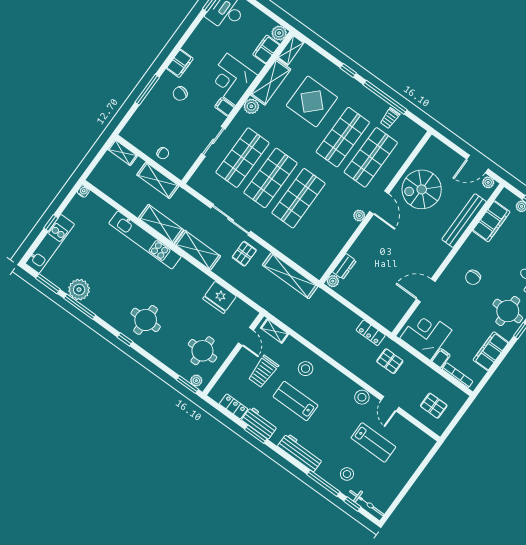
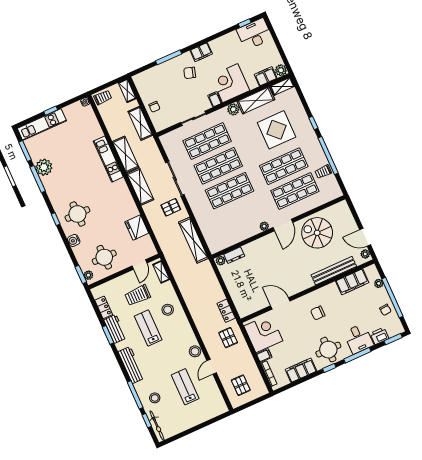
trolley: (100, 176) -> (103, 97), added
kitchen unit: (145, 240) -> (108, 159), width x0.73
water cooler: (158, 352) -> (74, 240), added
lab bench: (373, 442) -> (185, 387), turned 180

